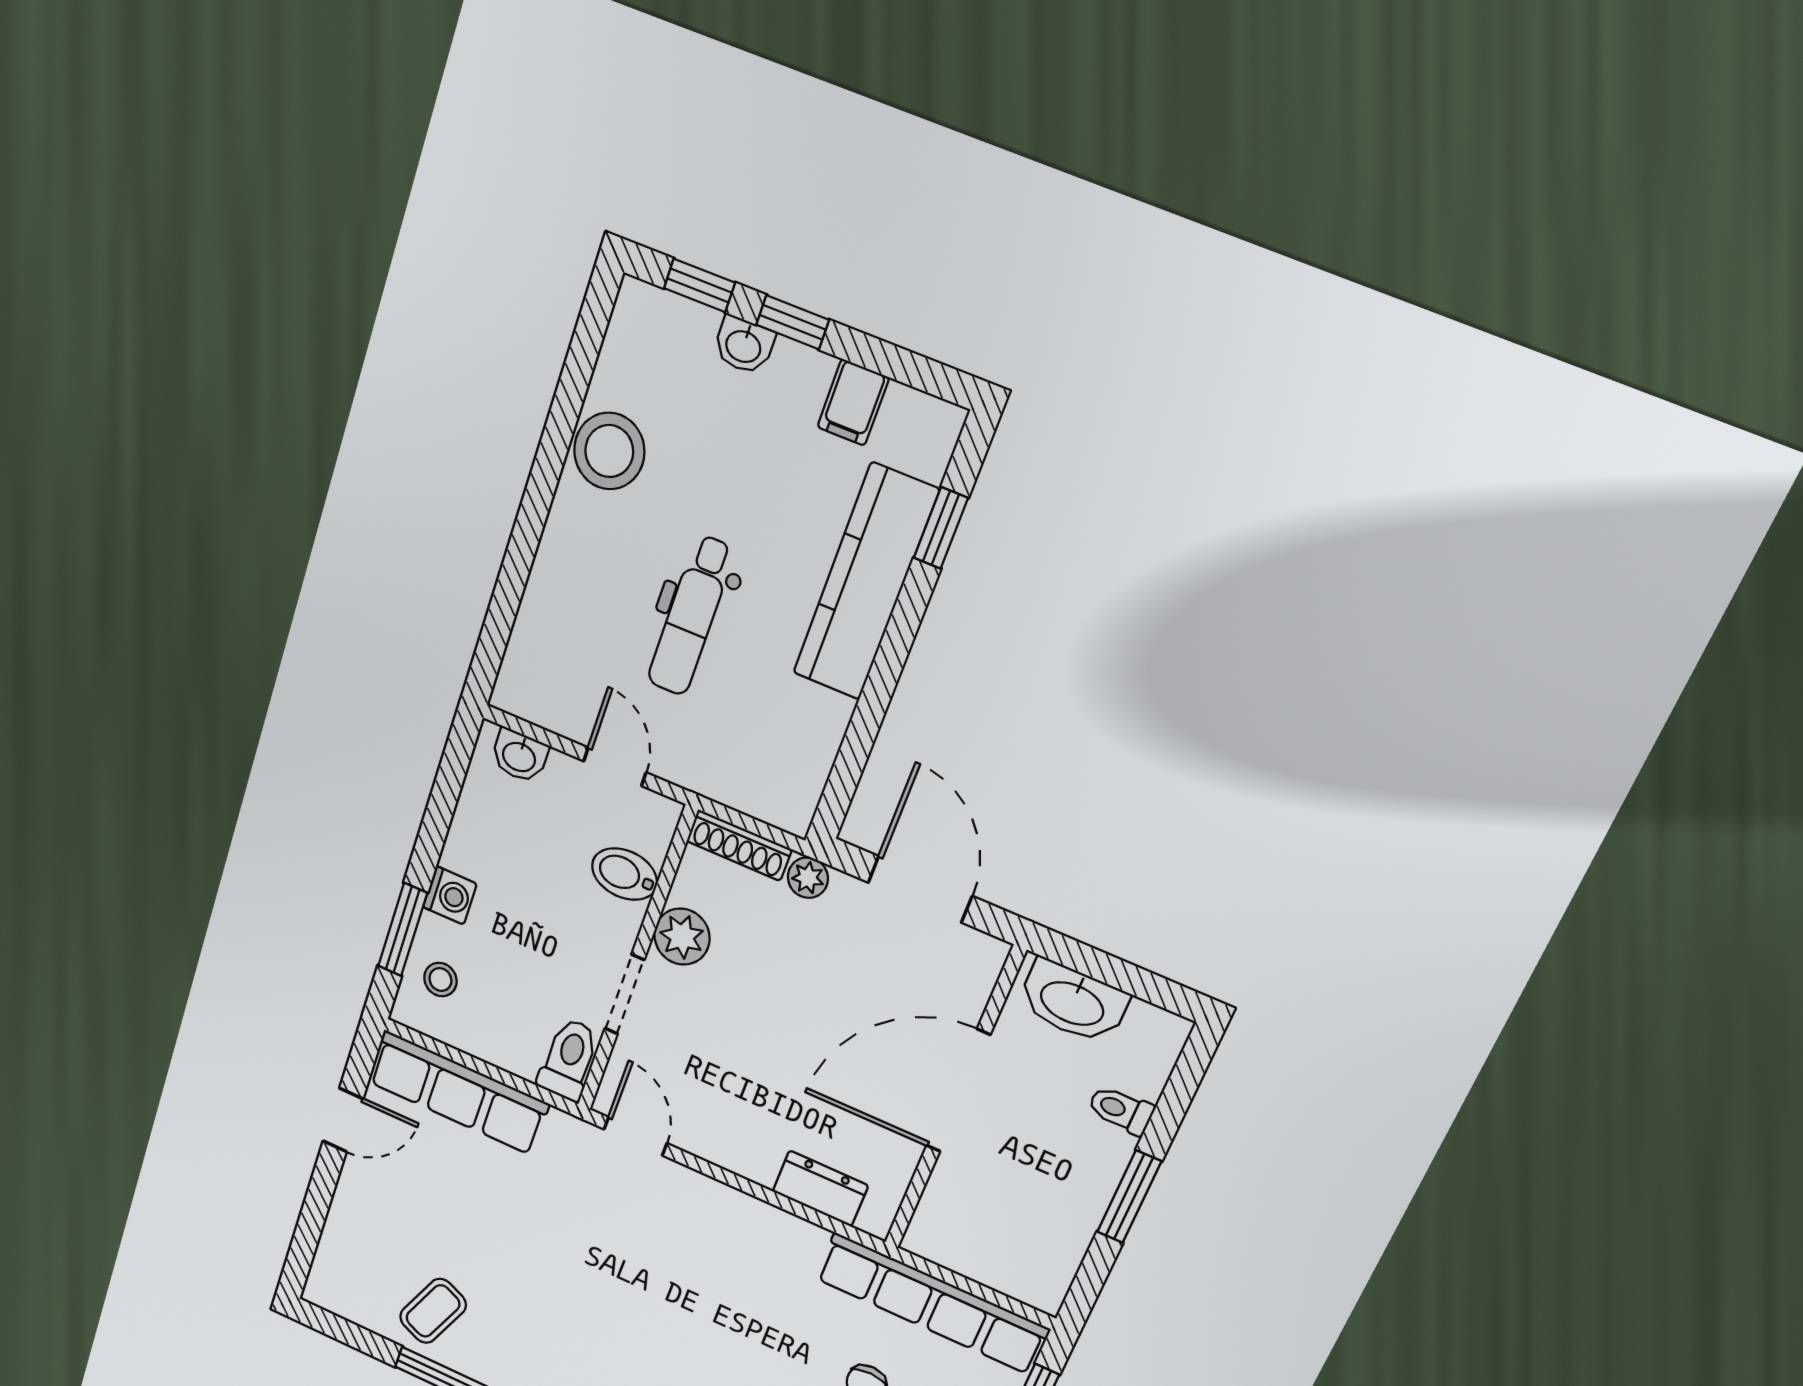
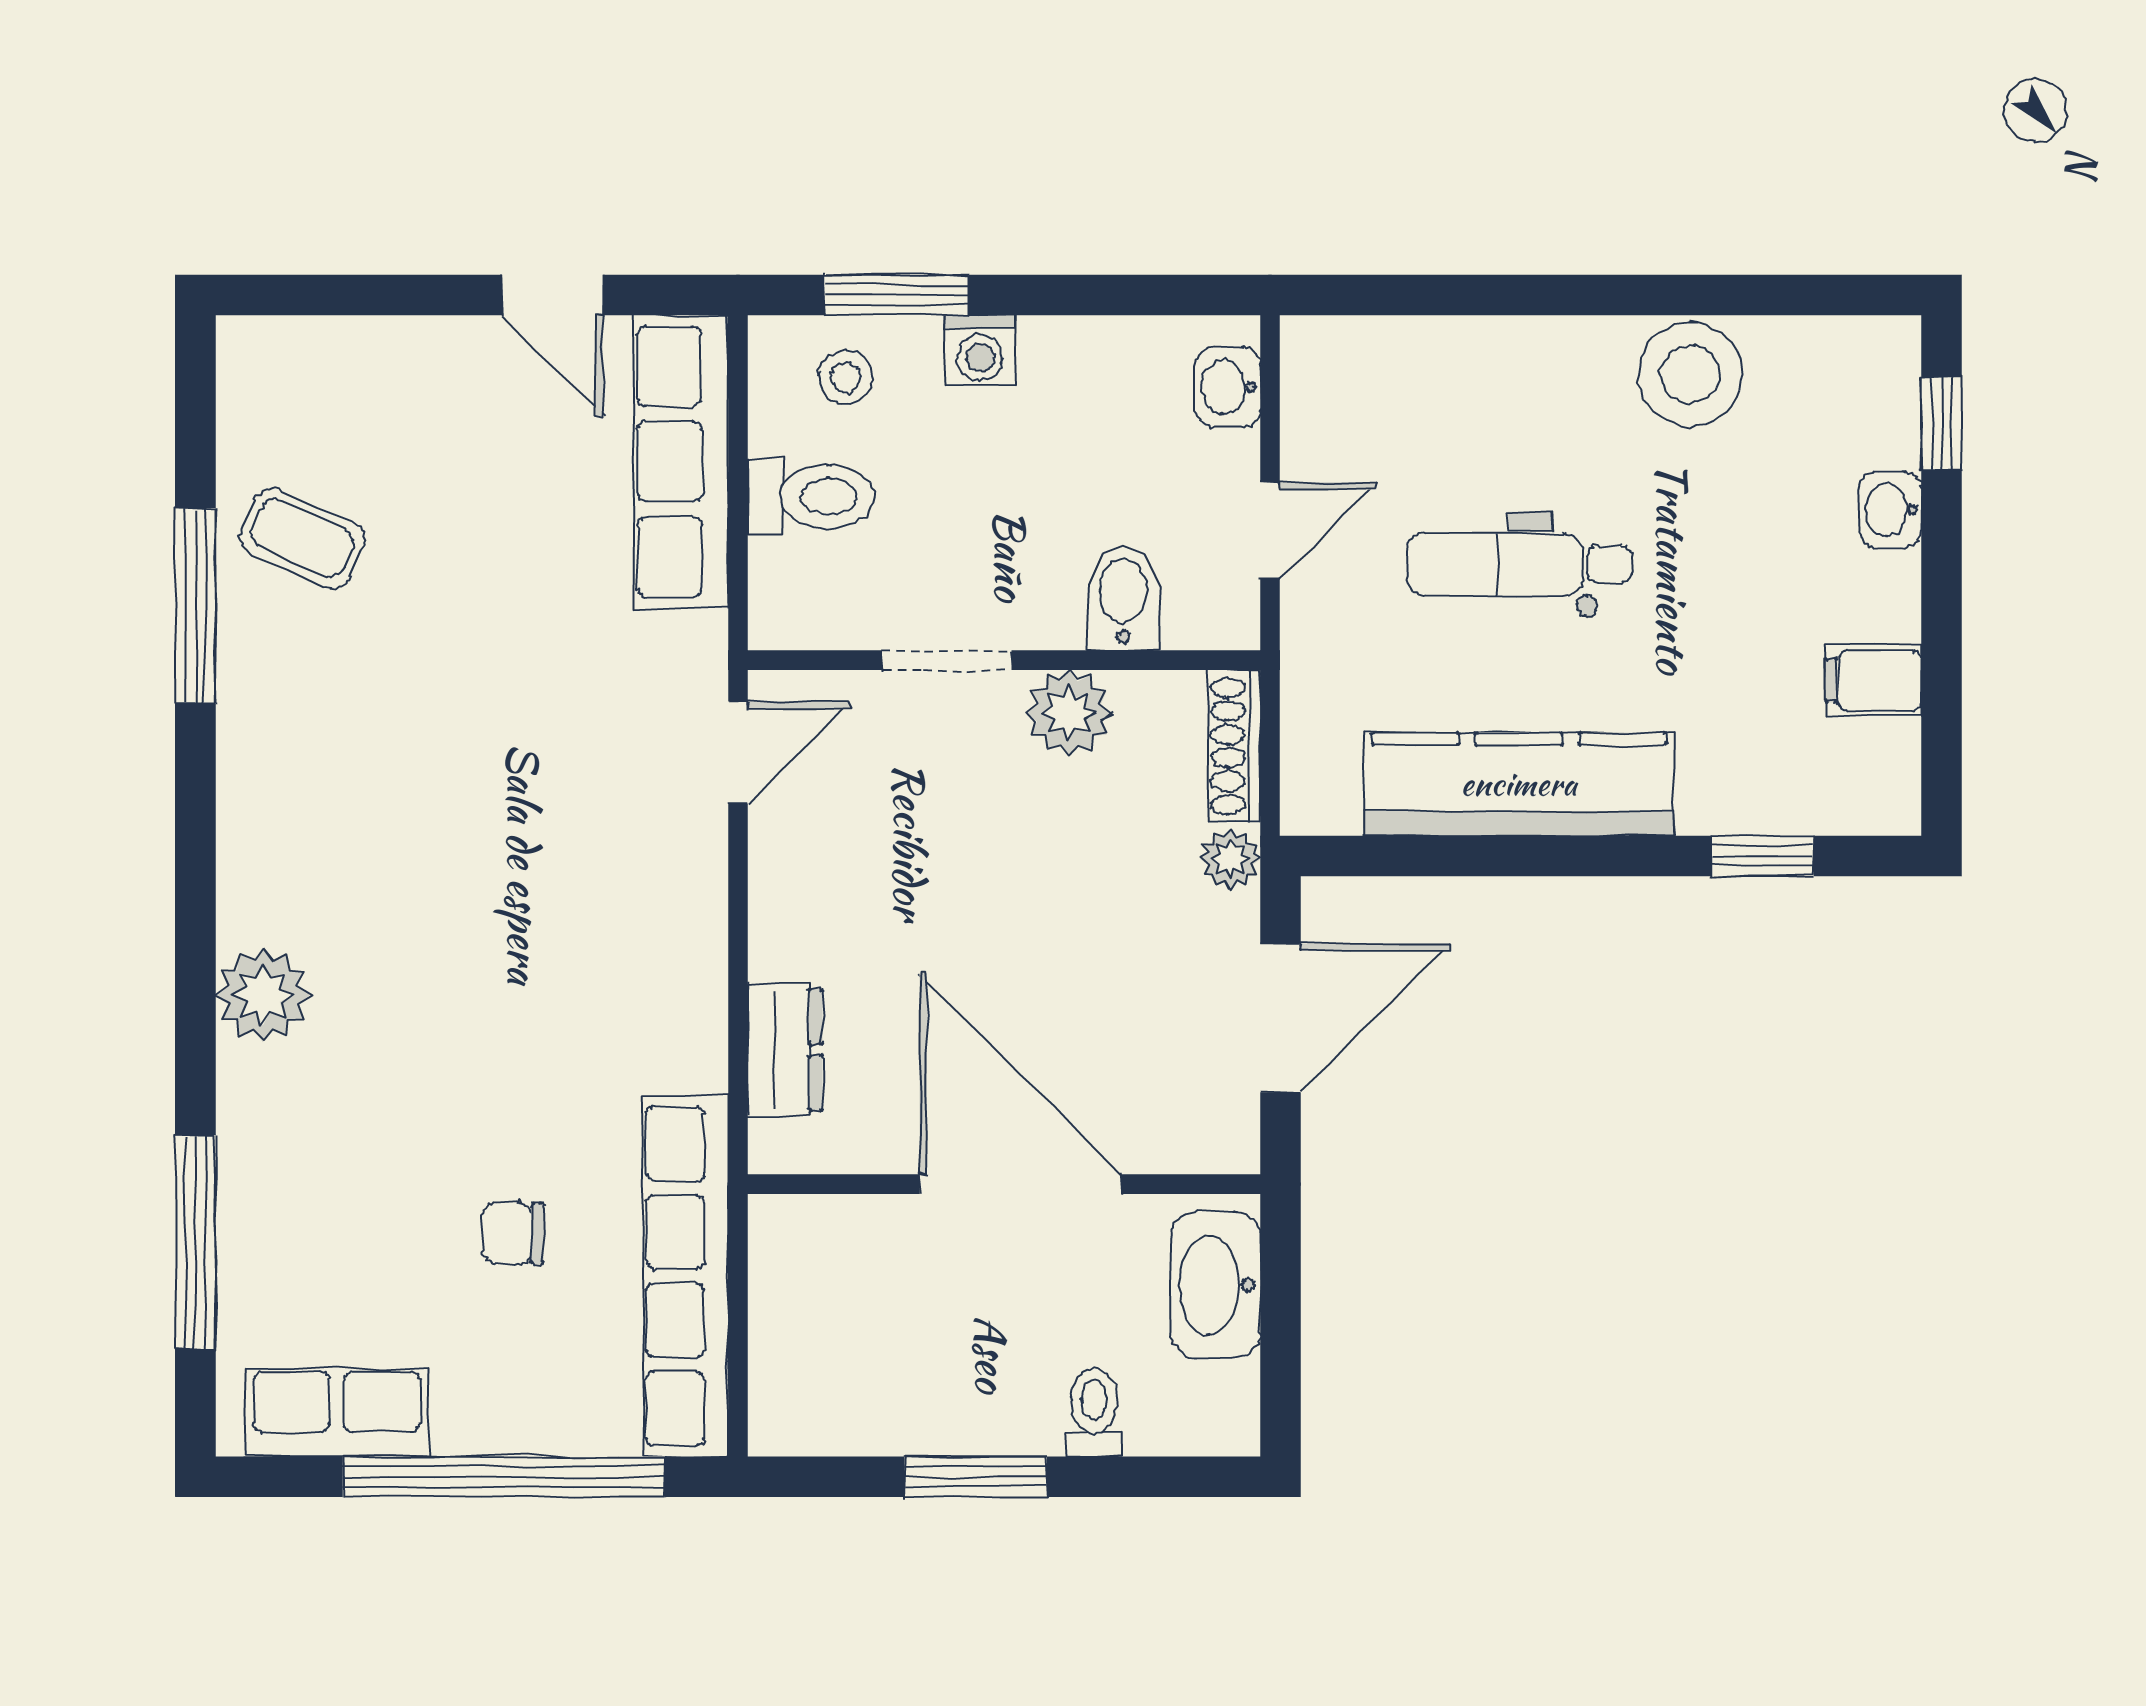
window: (793, 322) -> (1942, 564), removed
kitchen counter: (865, 582) -> (1519, 784), moved
toilet: (569, 1059) -> (811, 497), moved

